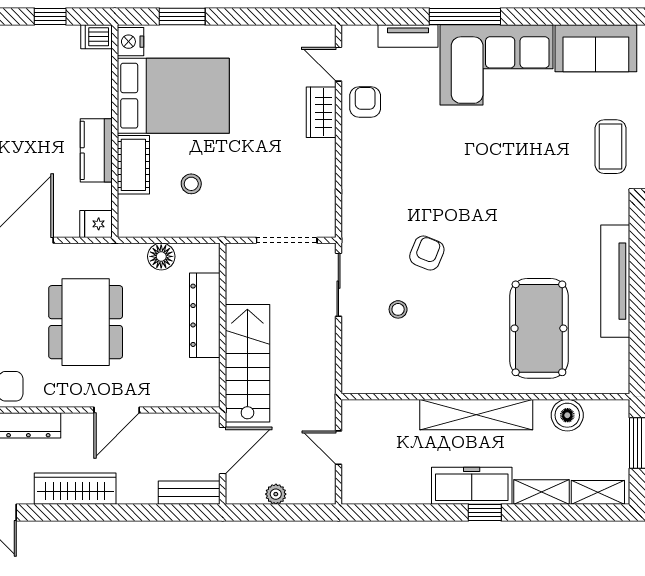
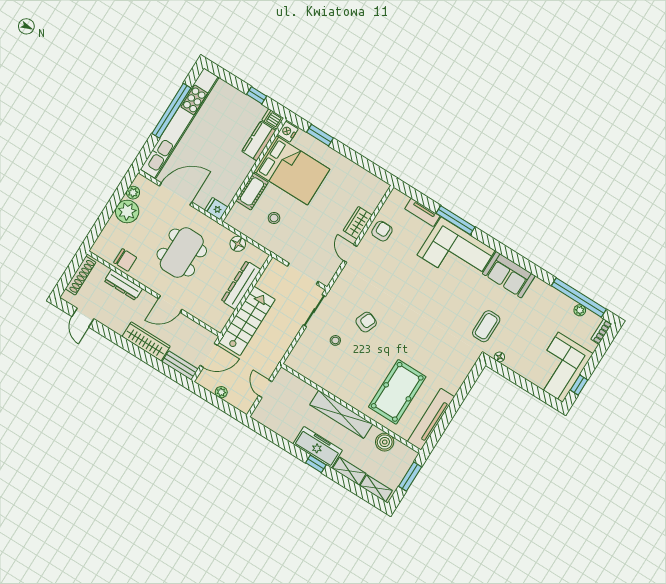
door: (338, 64) -> (350, 253), moved
kitchen counter: (96, 150) -> (259, 141), moved
tv unit: (615, 281) -> (431, 419), moved
wardrobe: (75, 489) -> (146, 341), moved

